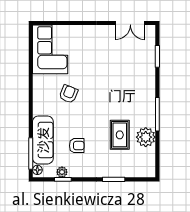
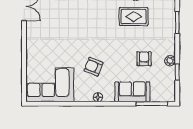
sofa: (43, 140) -> (132, 92), width x0.73
floor lamp: (37, 170) -> (98, 97), moved
plant: (62, 172) -> (170, 61), moved

